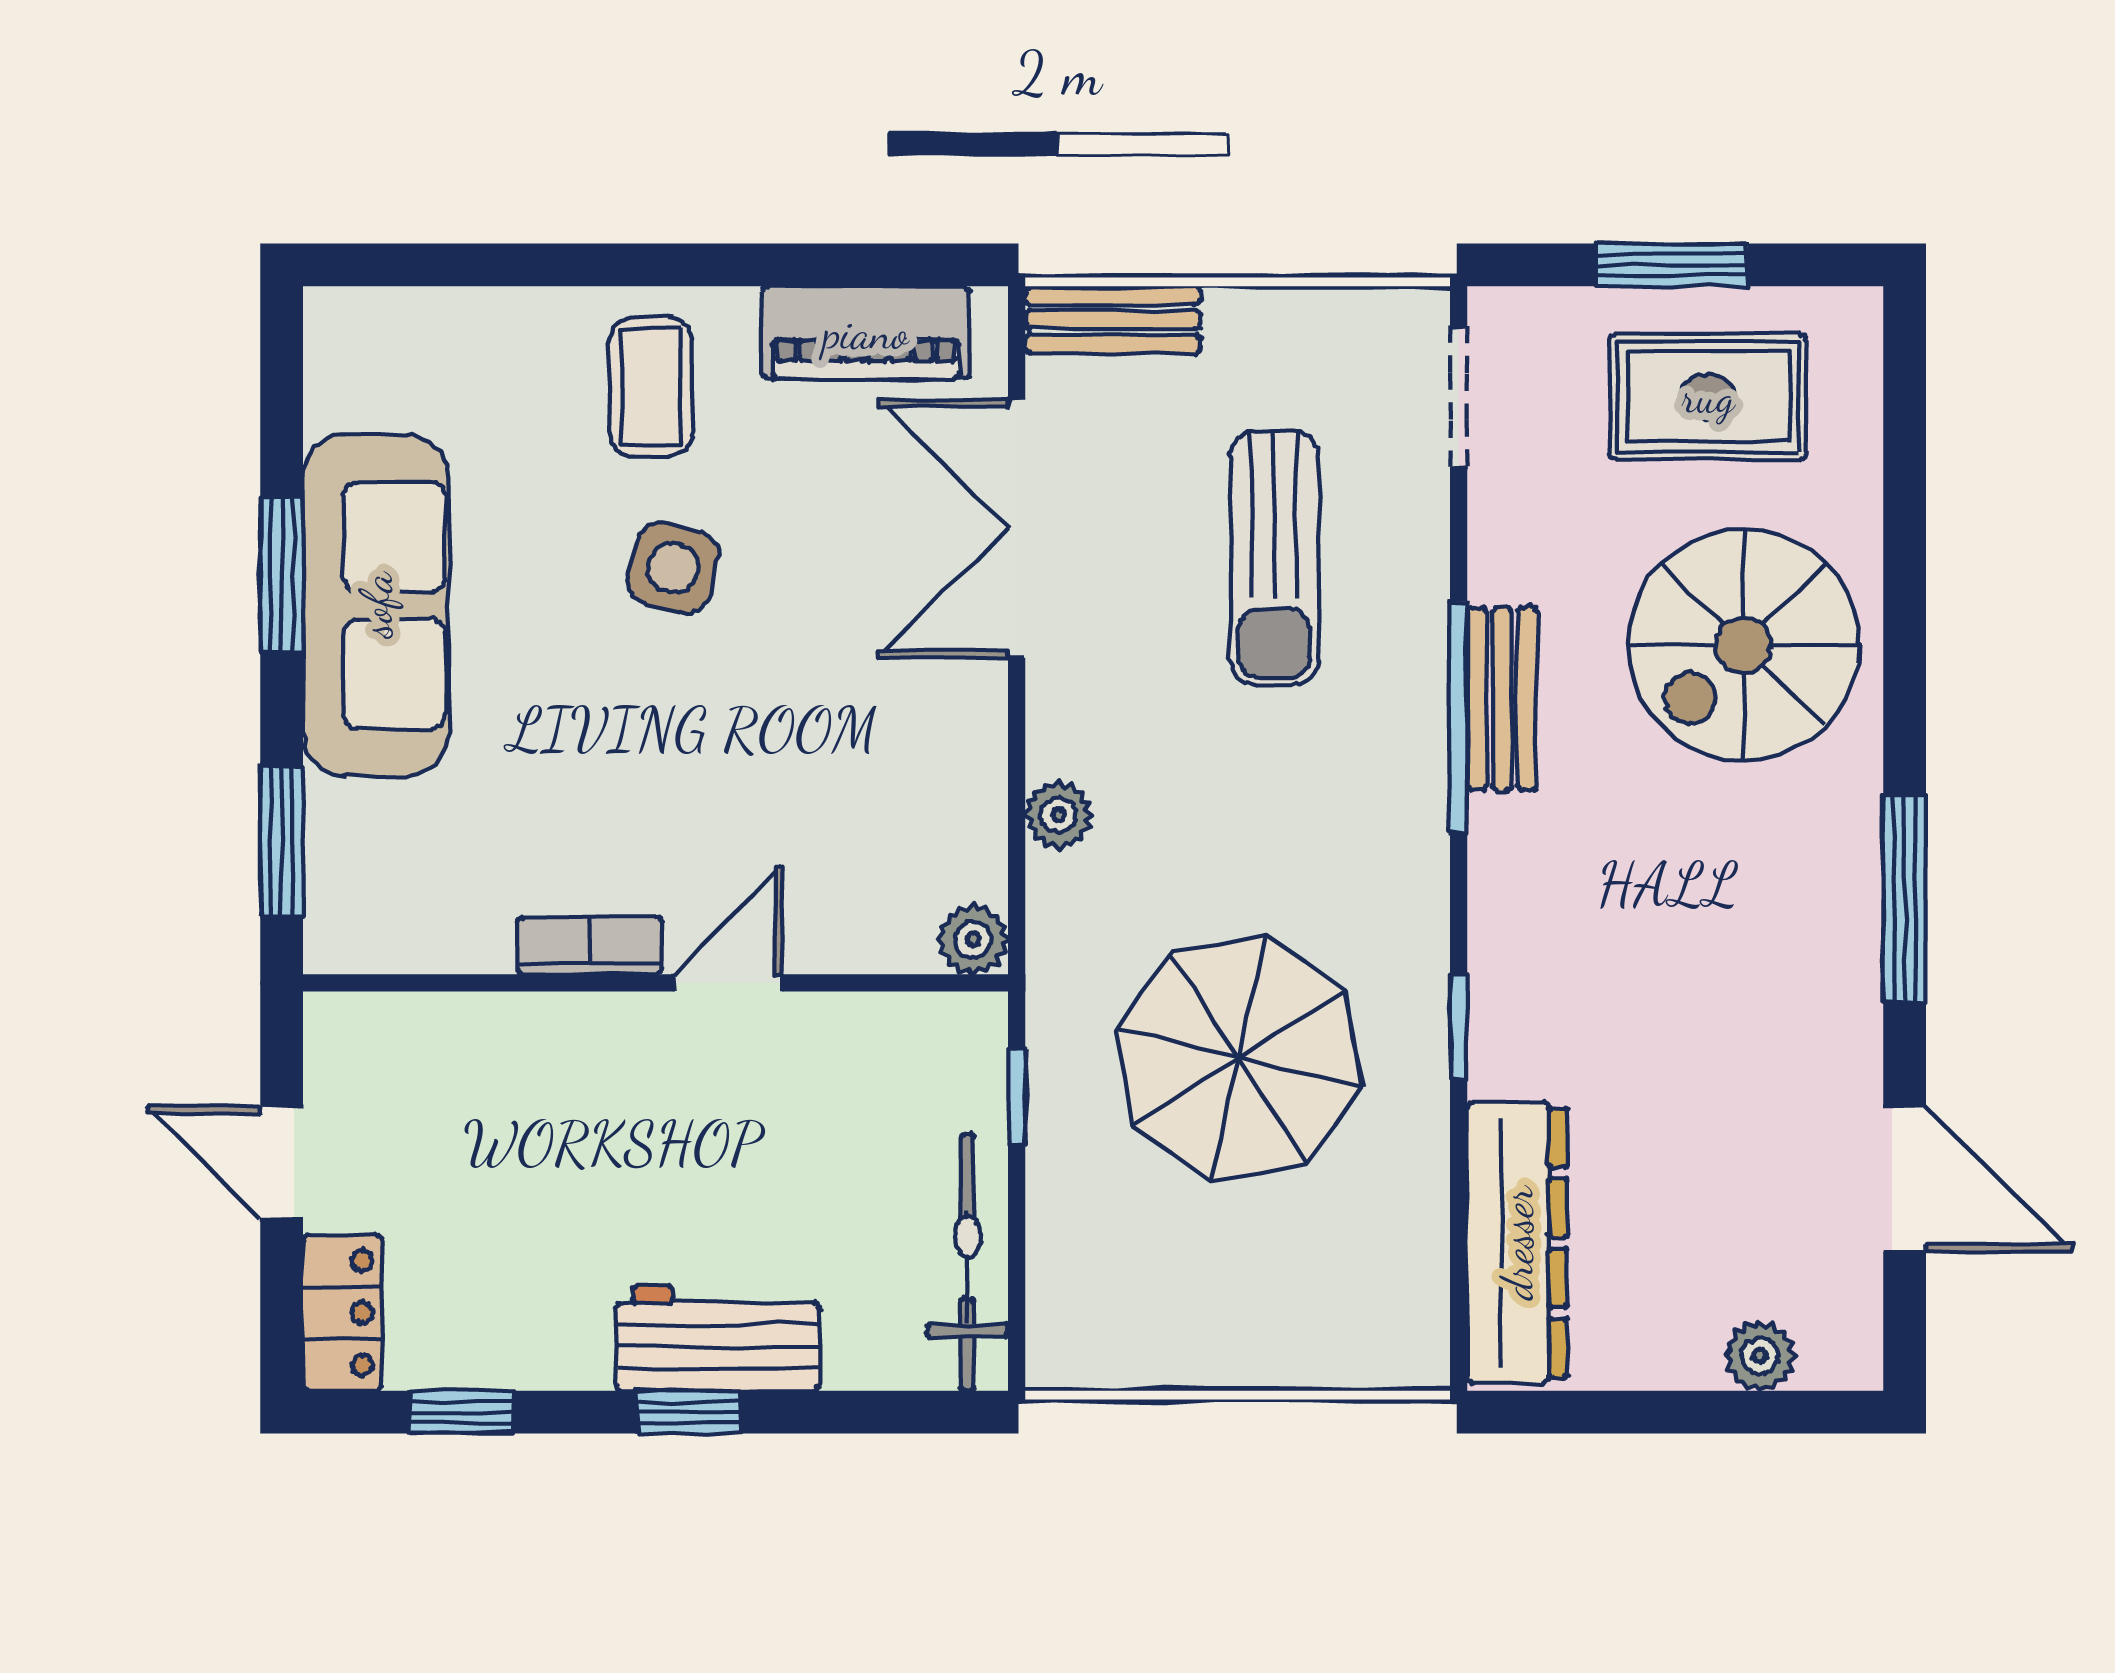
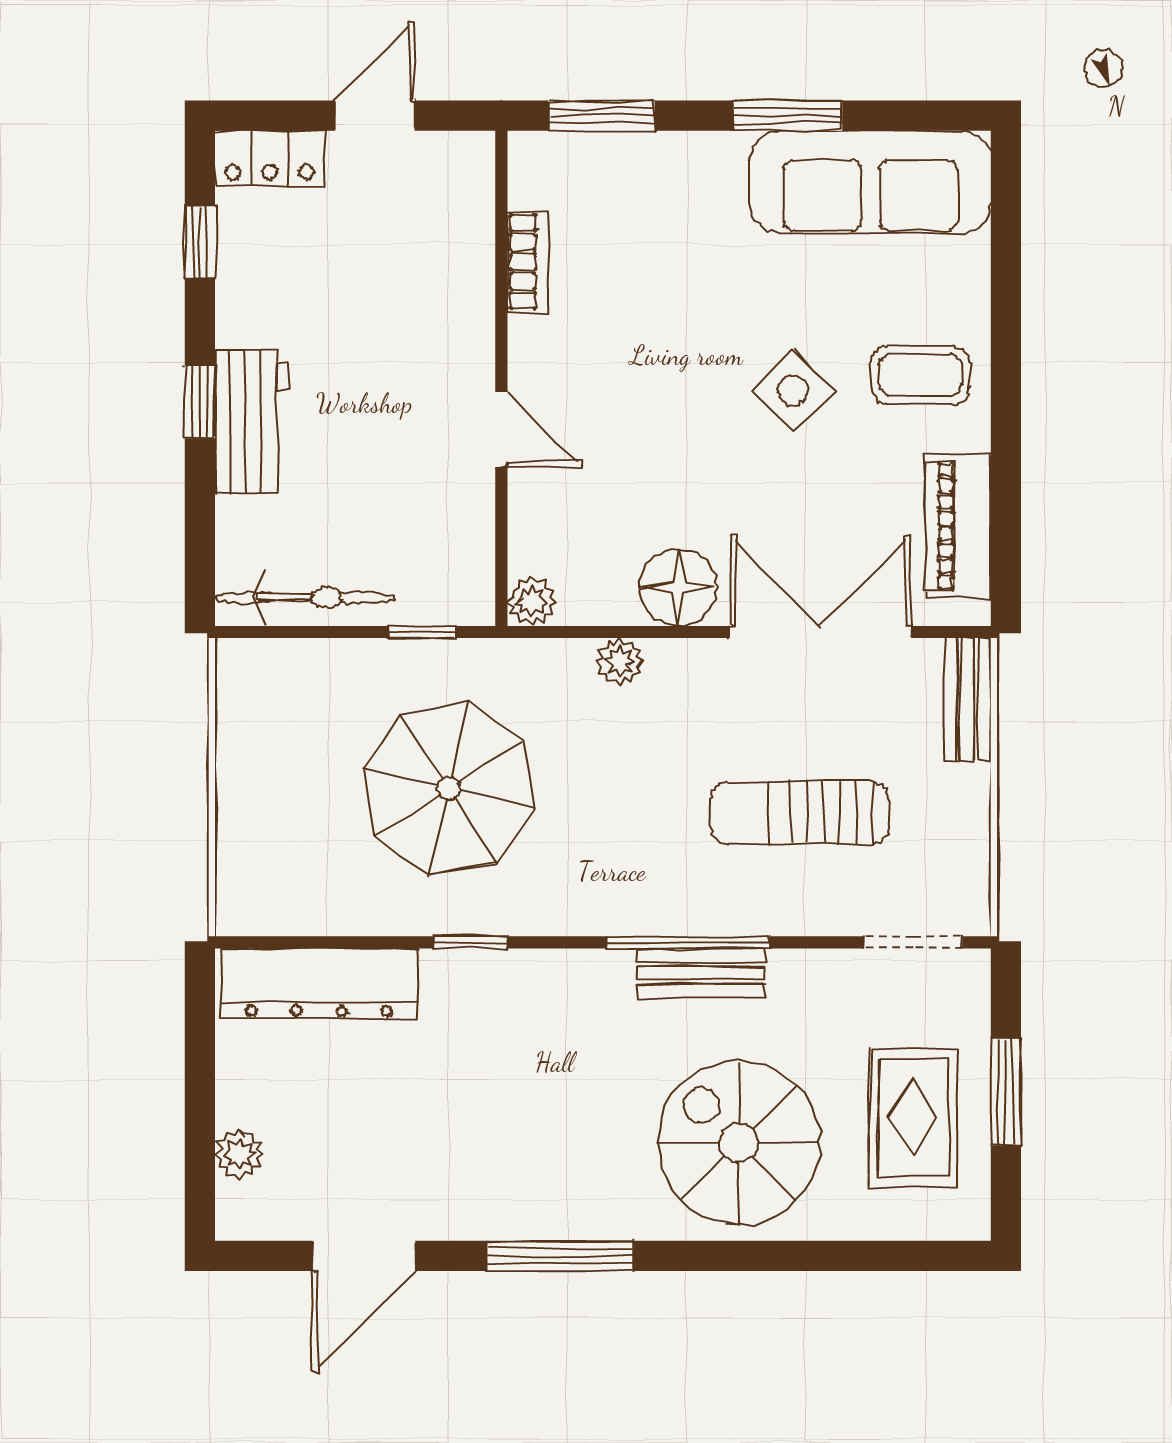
side table: (673, 568) -> (793, 391), turned 32
sofa: (376, 605) -> (871, 182), moved
floor lamp: (953, 731) -> (678, 587), added
bookcase: (590, 946) -> (528, 262), moved

